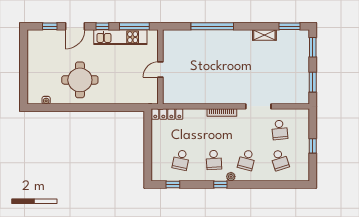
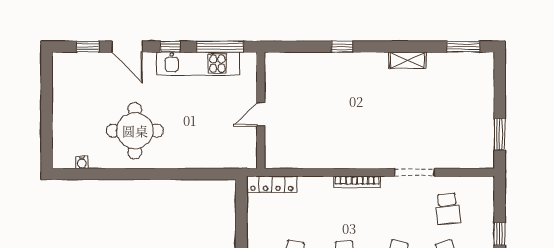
door: (75, 26) -> (127, 47), hinge flipped
window: (212, 26) -> (342, 47), width x0.32
shelving: (264, 35) -> (407, 60), moved
window: (313, 47) -> (500, 80), removed

